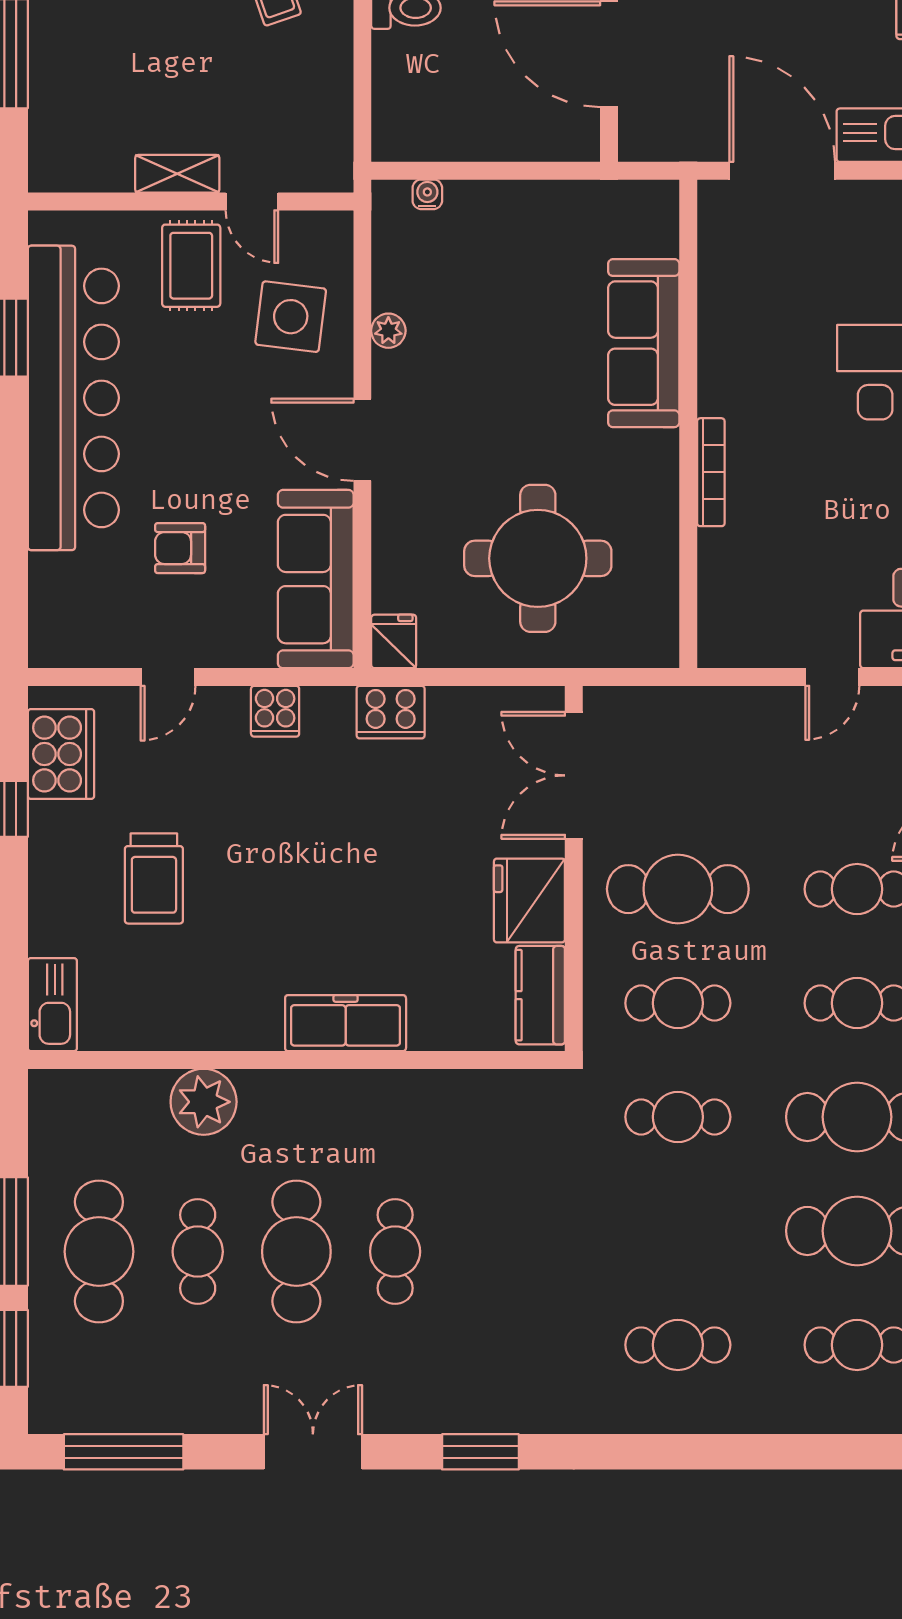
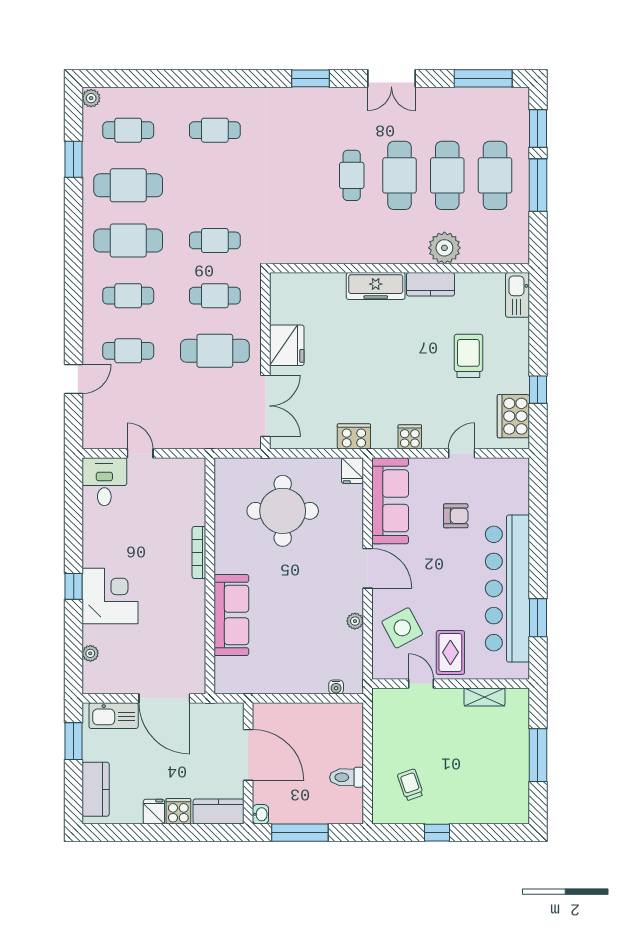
shelving: (177, 174) -> (484, 697), moved
side table: (291, 317) -> (402, 628), turned -35
door: (832, 677) -> (140, 453), hinge flipped
kitchen counter: (540, 995) -> (431, 284), moved, turned 90
cafe table: (198, 1252) -> (447, 175), width x1.37, depth x1.35

